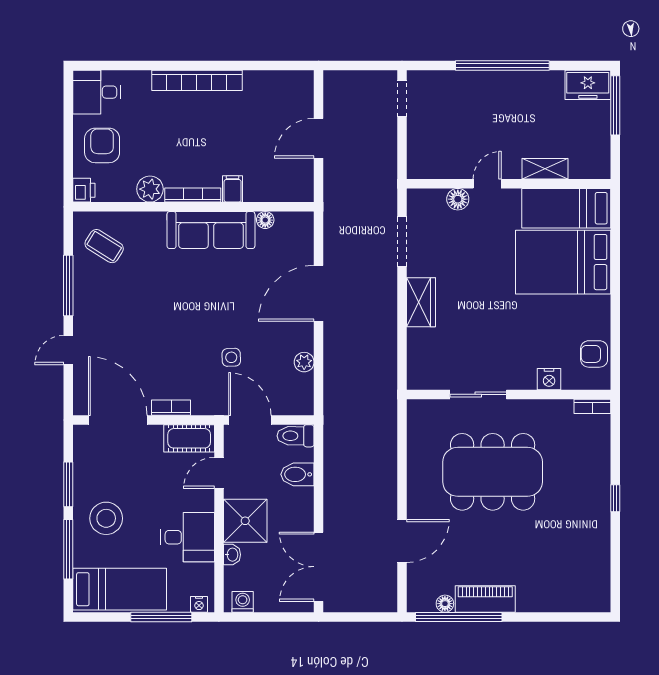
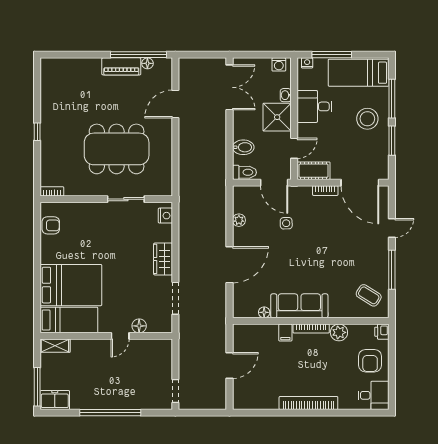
shelving: (545, 169) -> (55, 346), moved
nightstand: (549, 379) -> (165, 216), moved, turned 90

